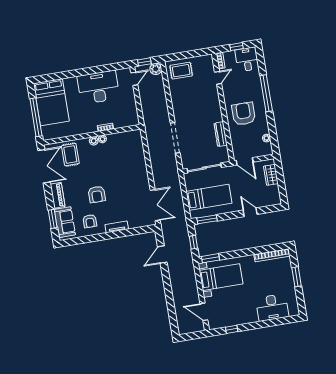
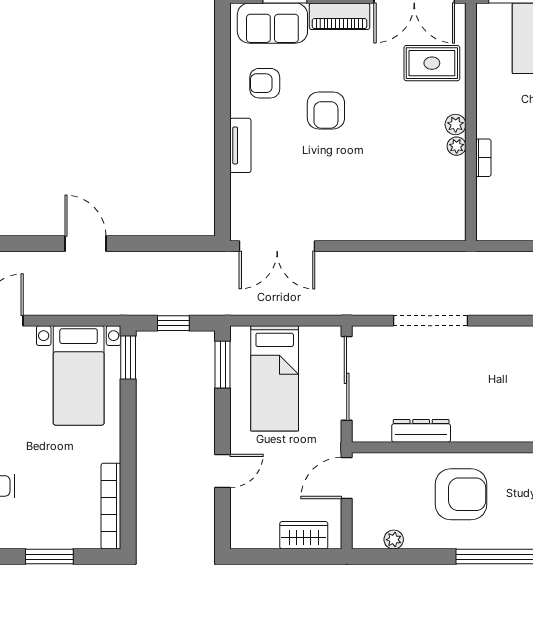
armchair: (97, 194) -> (326, 110), turned -90
door: (162, 255) -> (86, 244), moved

